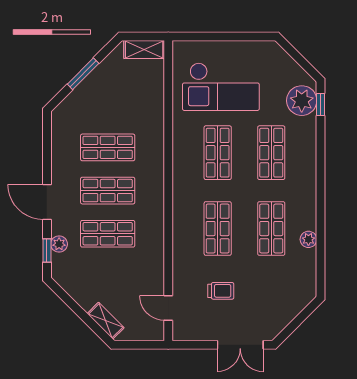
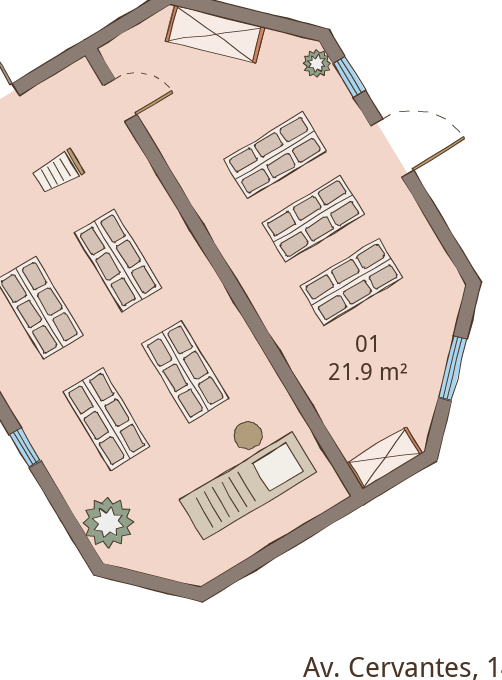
checkout: (221, 87) -> (239, 471), turned 180
window: (321, 105) -> (25, 448), moved
plant: (59, 244) -> (317, 63), moved
shelving: (106, 321) -> (215, 34), width x1.50, depth x1.33

